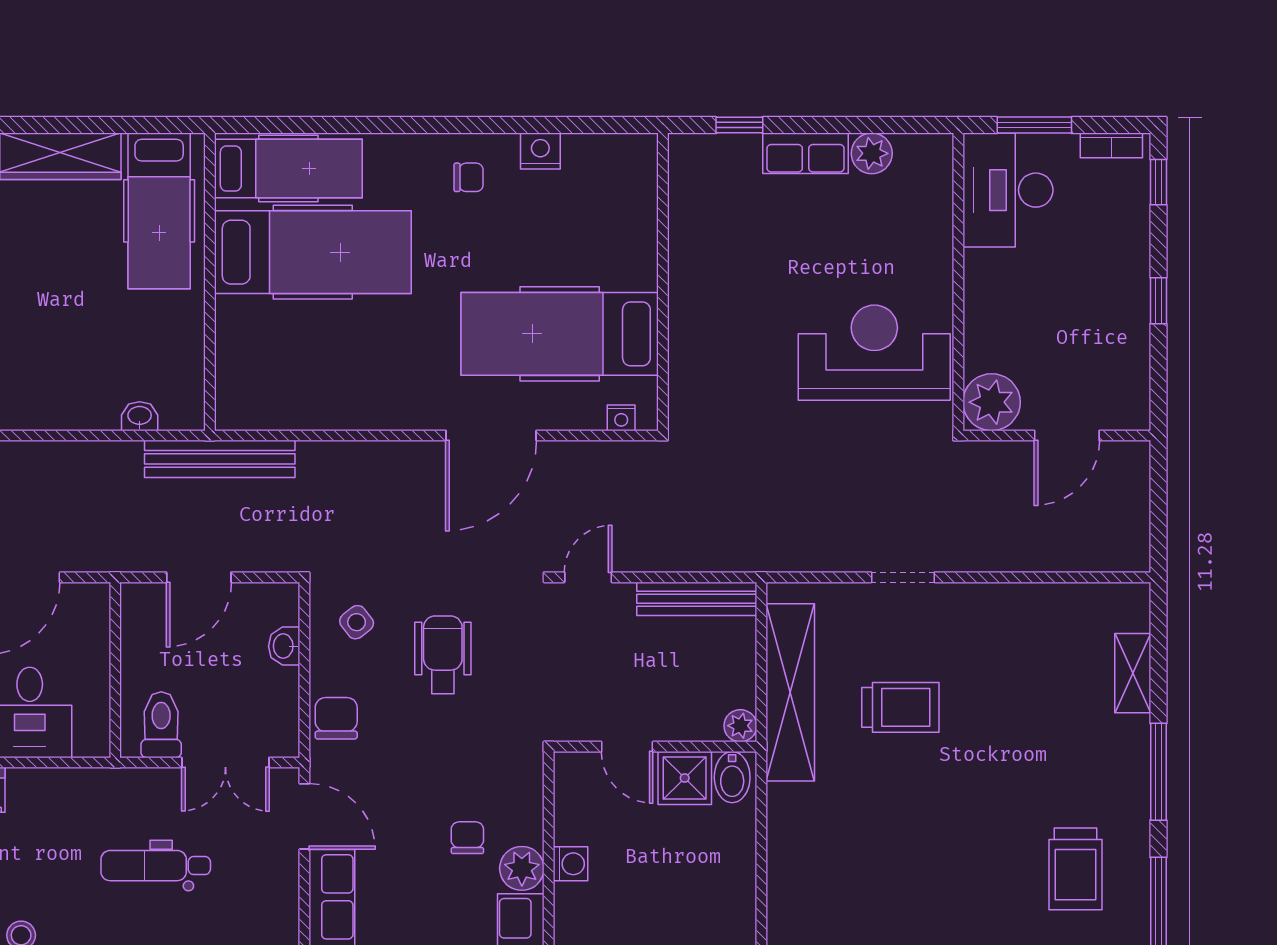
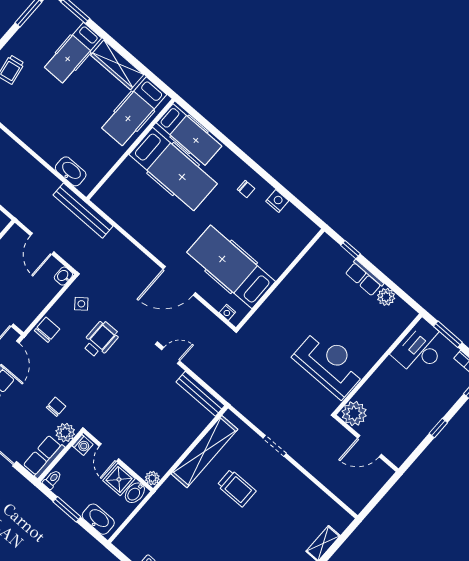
washbasin: (140, 416) -> (71, 171), width x1.91, depth x1.45
door: (199, 577) -> (42, 244), hinge flipped
washbasin: (284, 646) -> (63, 276), moved
plant: (740, 726) -> (152, 478), moved
door: (627, 747) -> (109, 453), moved
wall: (655, 747) -> (118, 461), moved
bidet: (732, 777) -> (135, 493), moved
shower: (685, 778) -> (119, 479), moved

